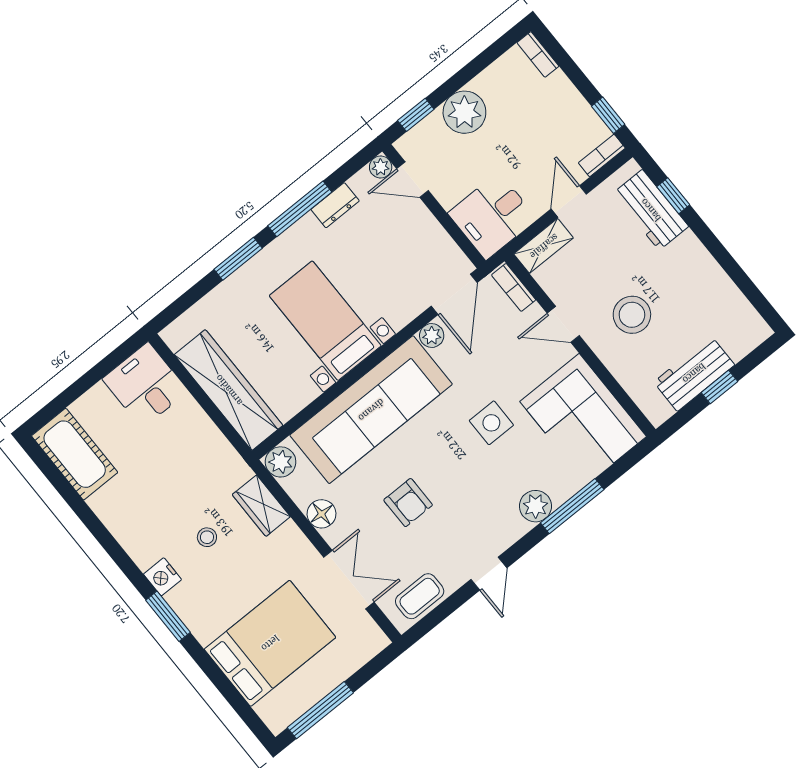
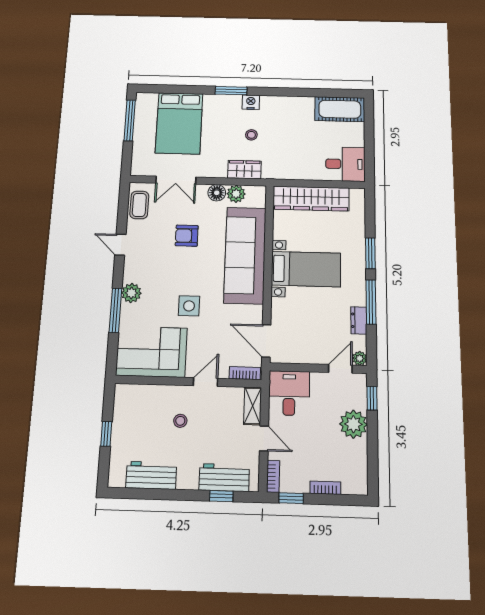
bookcase: (538, 54) -> (325, 488), moved
stool: (632, 315) -> (180, 421), width x0.53, depth x0.53
plant: (432, 335) -> (256, 313), removed
workbench: (694, 373) -> (151, 475), moved, turned -90
plant: (281, 462) -> (236, 194), moved

